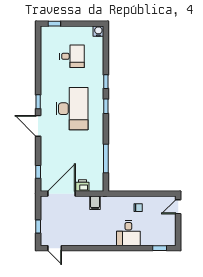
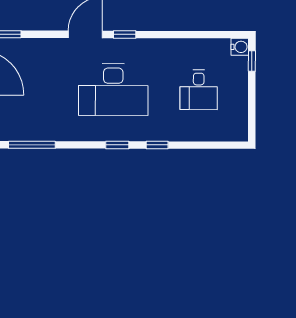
water cooler: (98, 31) -> (240, 47), moved

